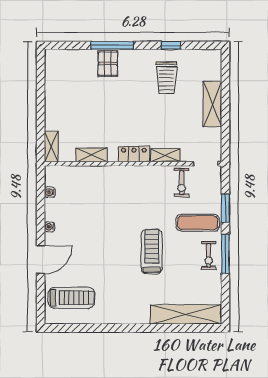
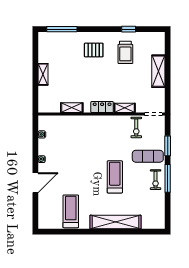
window: (112, 45) -> (62, 29), moved
pallet: (108, 64) -> (94, 50), moved, turned 90
shelving: (51, 147) -> (43, 74), moved
treadmill: (71, 298) -> (71, 211), moved, turned -90
shelving: (186, 315) -> (115, 222), moved

